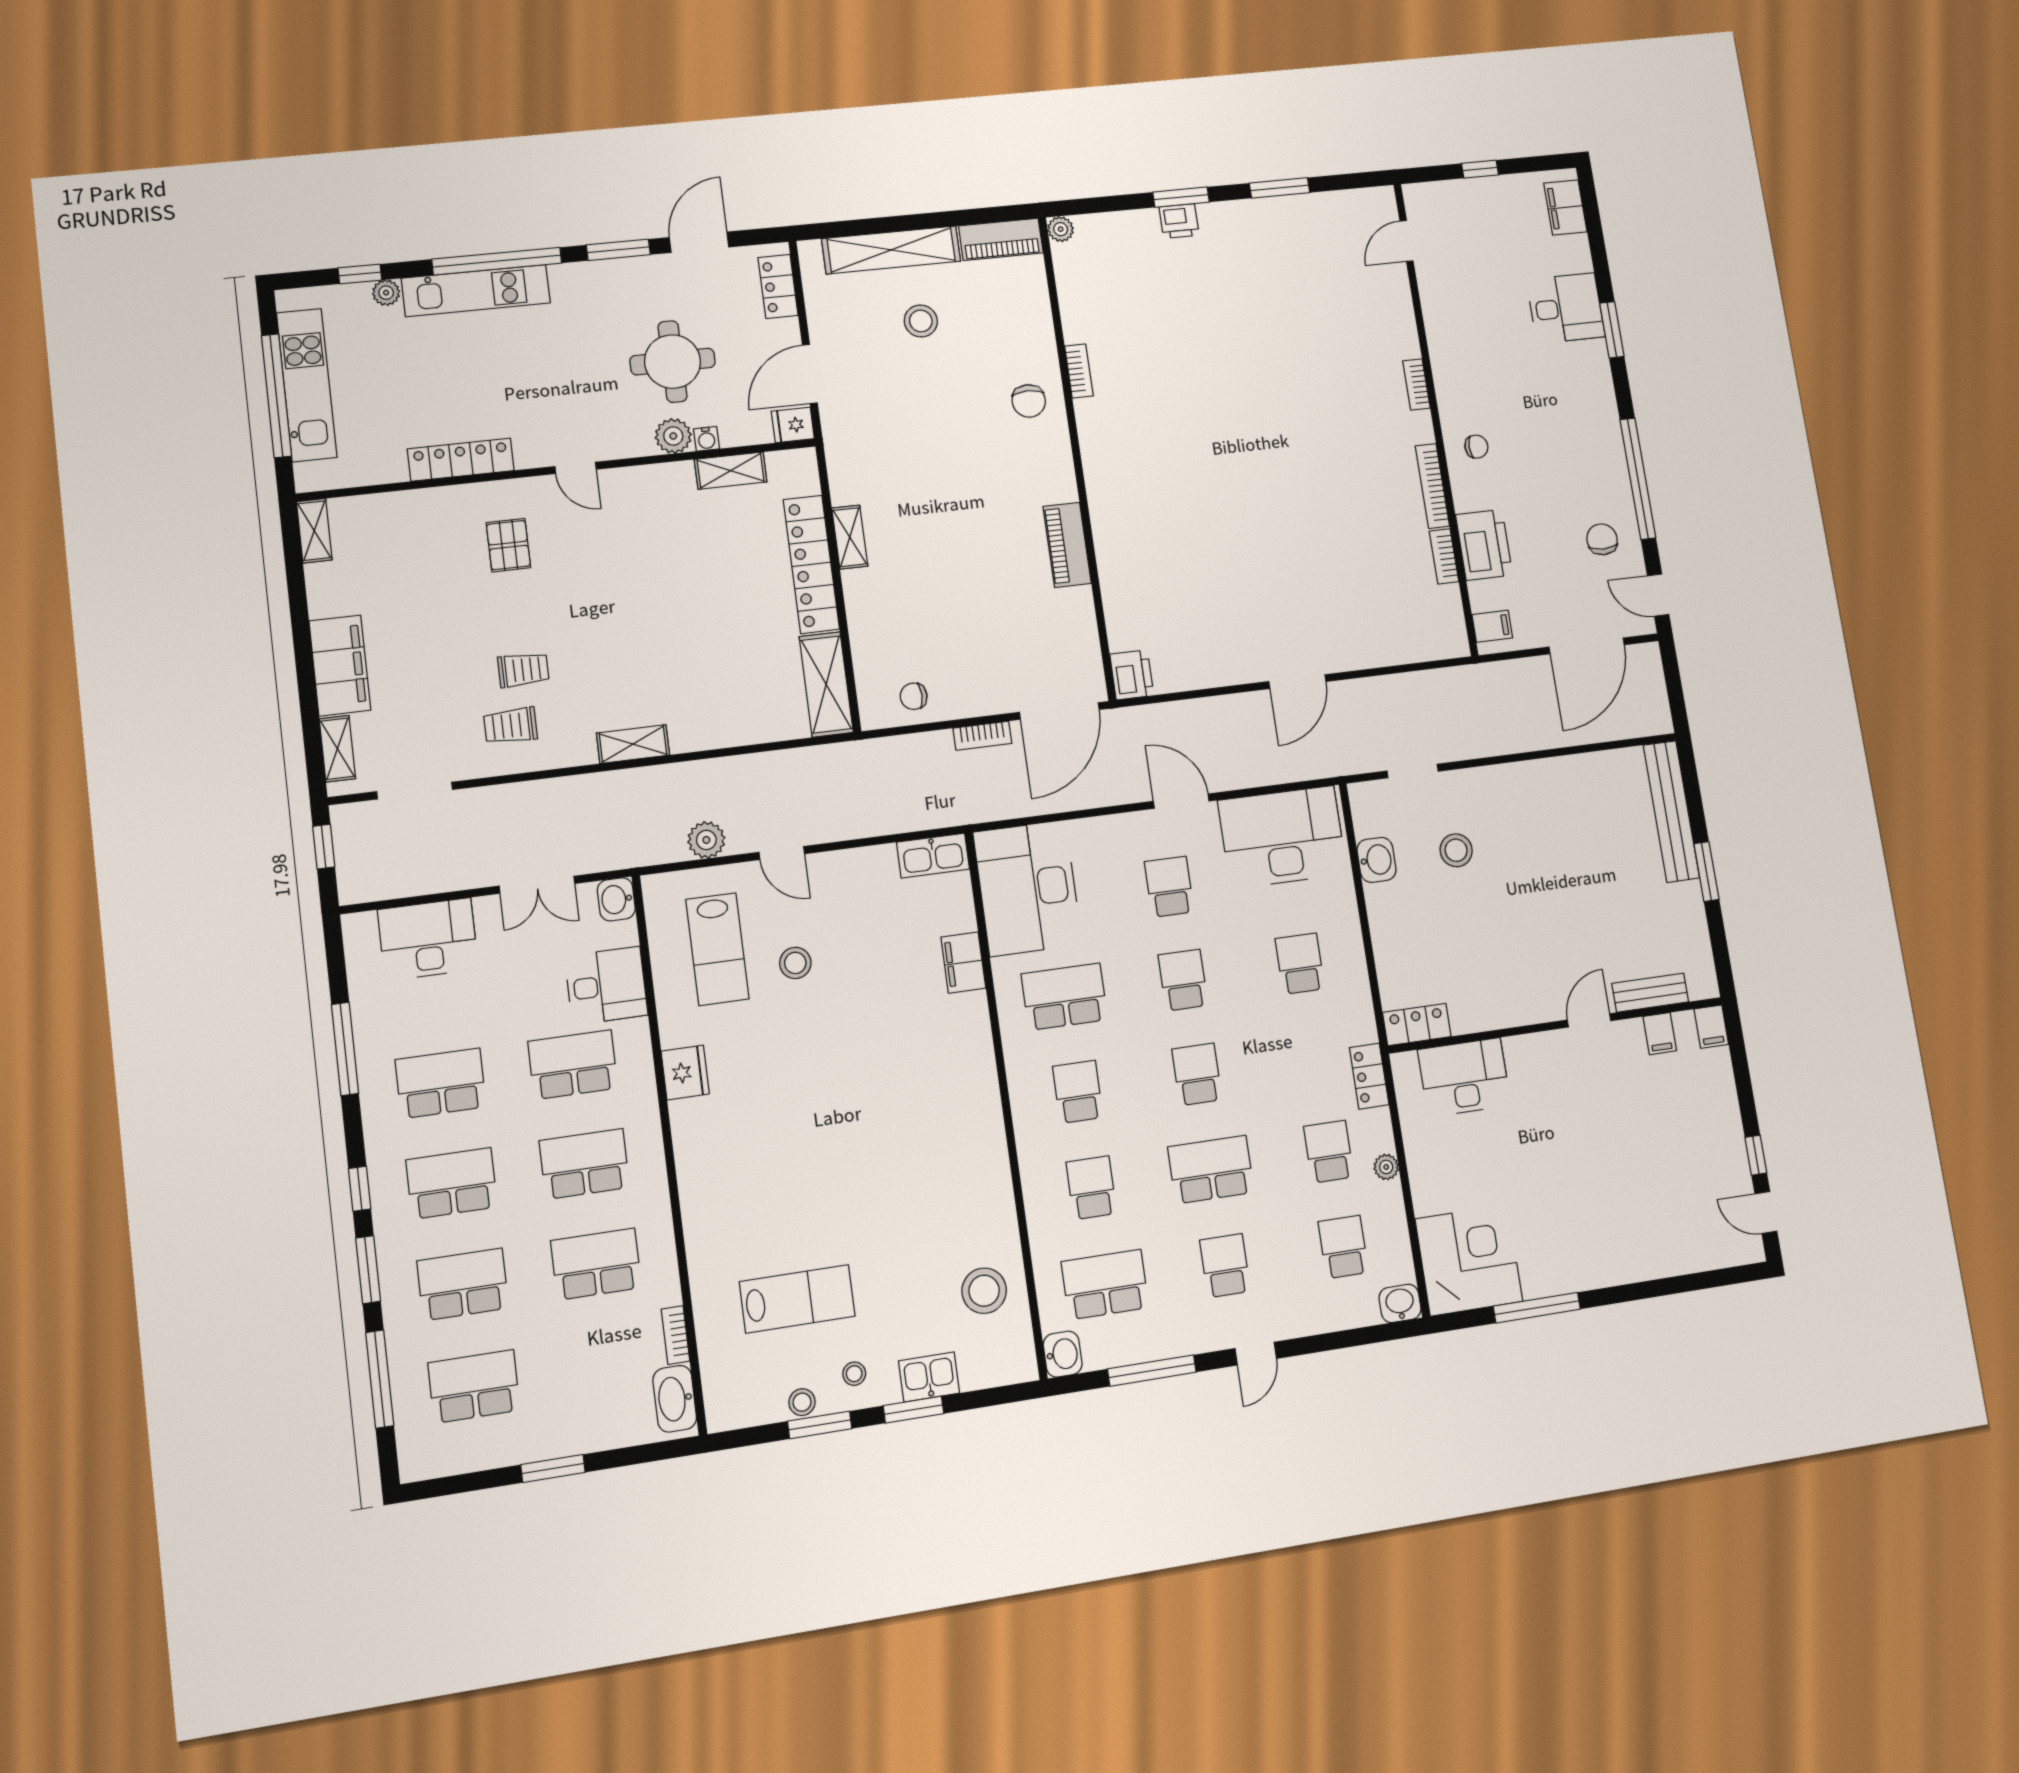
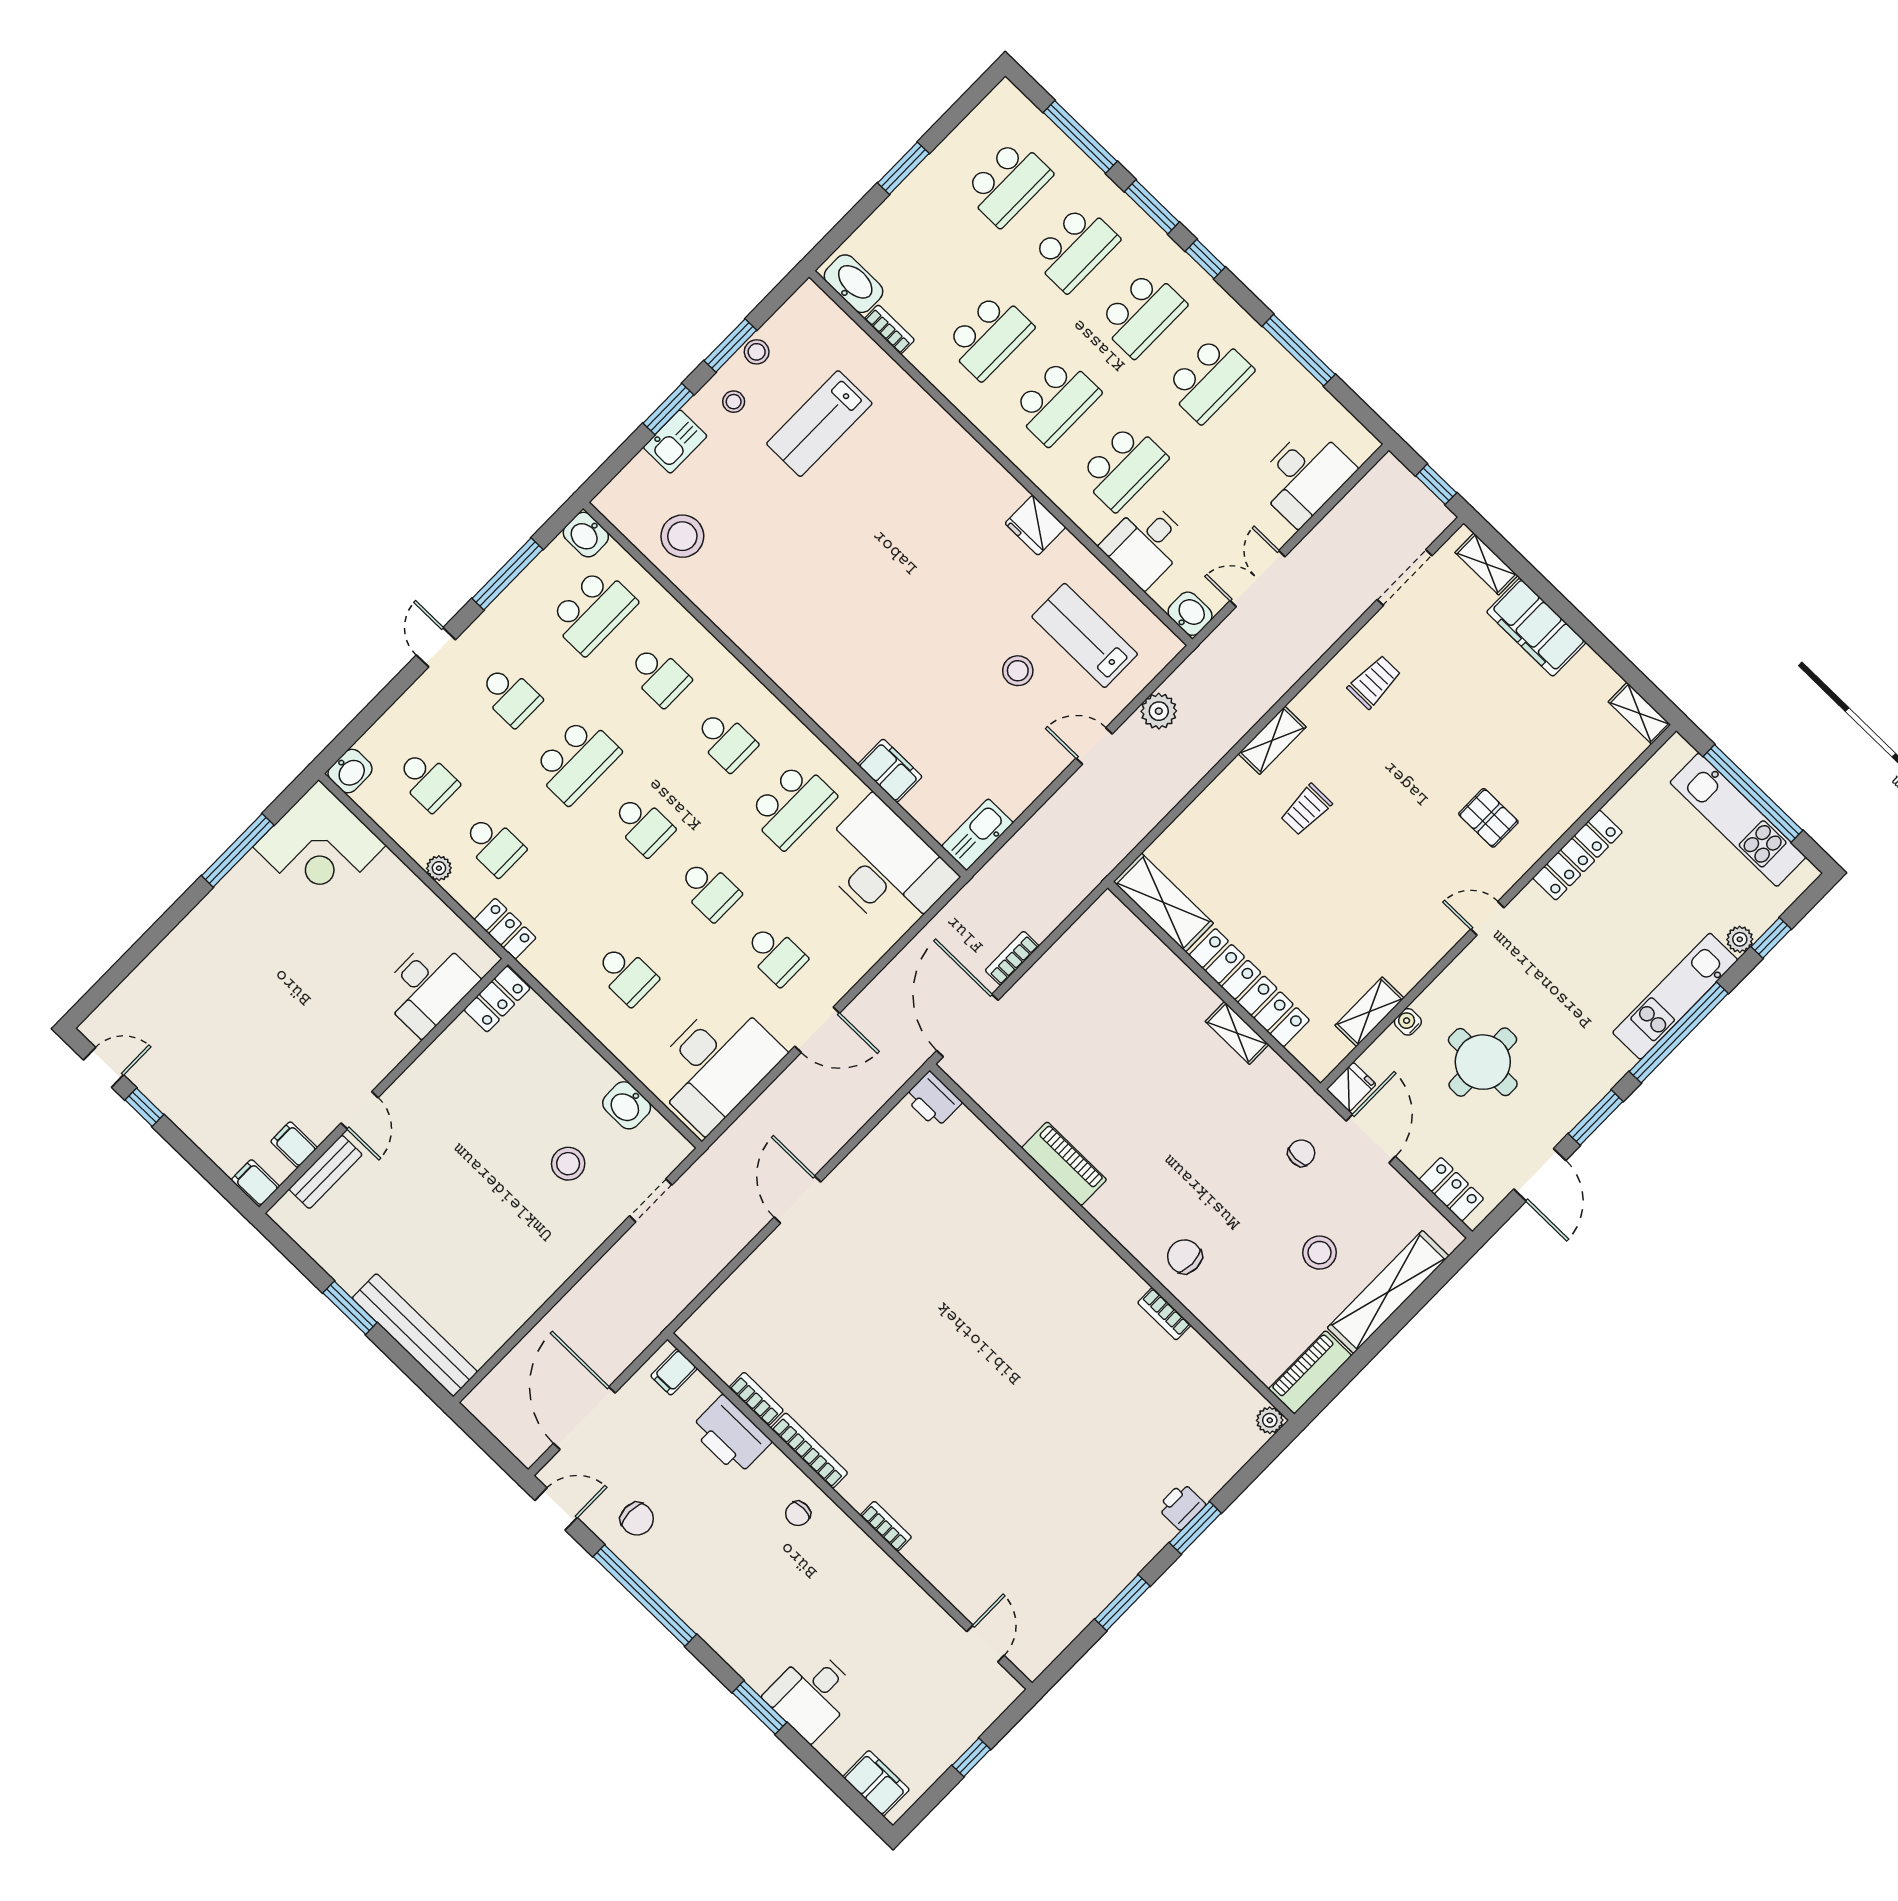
plant: (673, 436) -> (1435, 1004), removed
trolley: (523, 670) -> (1306, 810), moved
chair: (914, 696) -> (1301, 1153), moved

